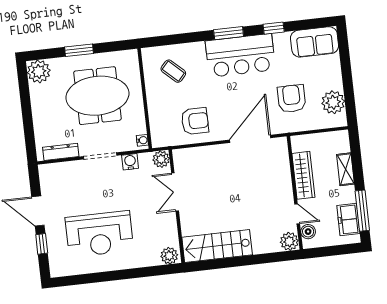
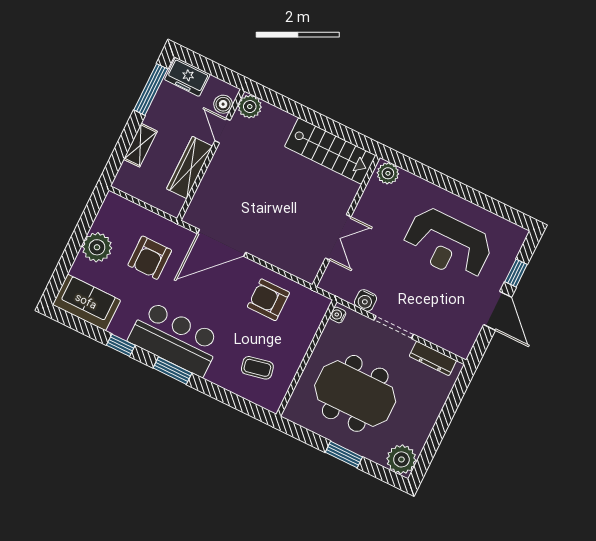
coffee table: (173, 71) -> (257, 368), turned -55
plant: (333, 102) -> (97, 247), moved
plant: (161, 159) -> (331, 282), removed
freezer: (348, 220) -> (187, 77), moved, turned 90
reception desk: (99, 234) -> (448, 244), turned 180

